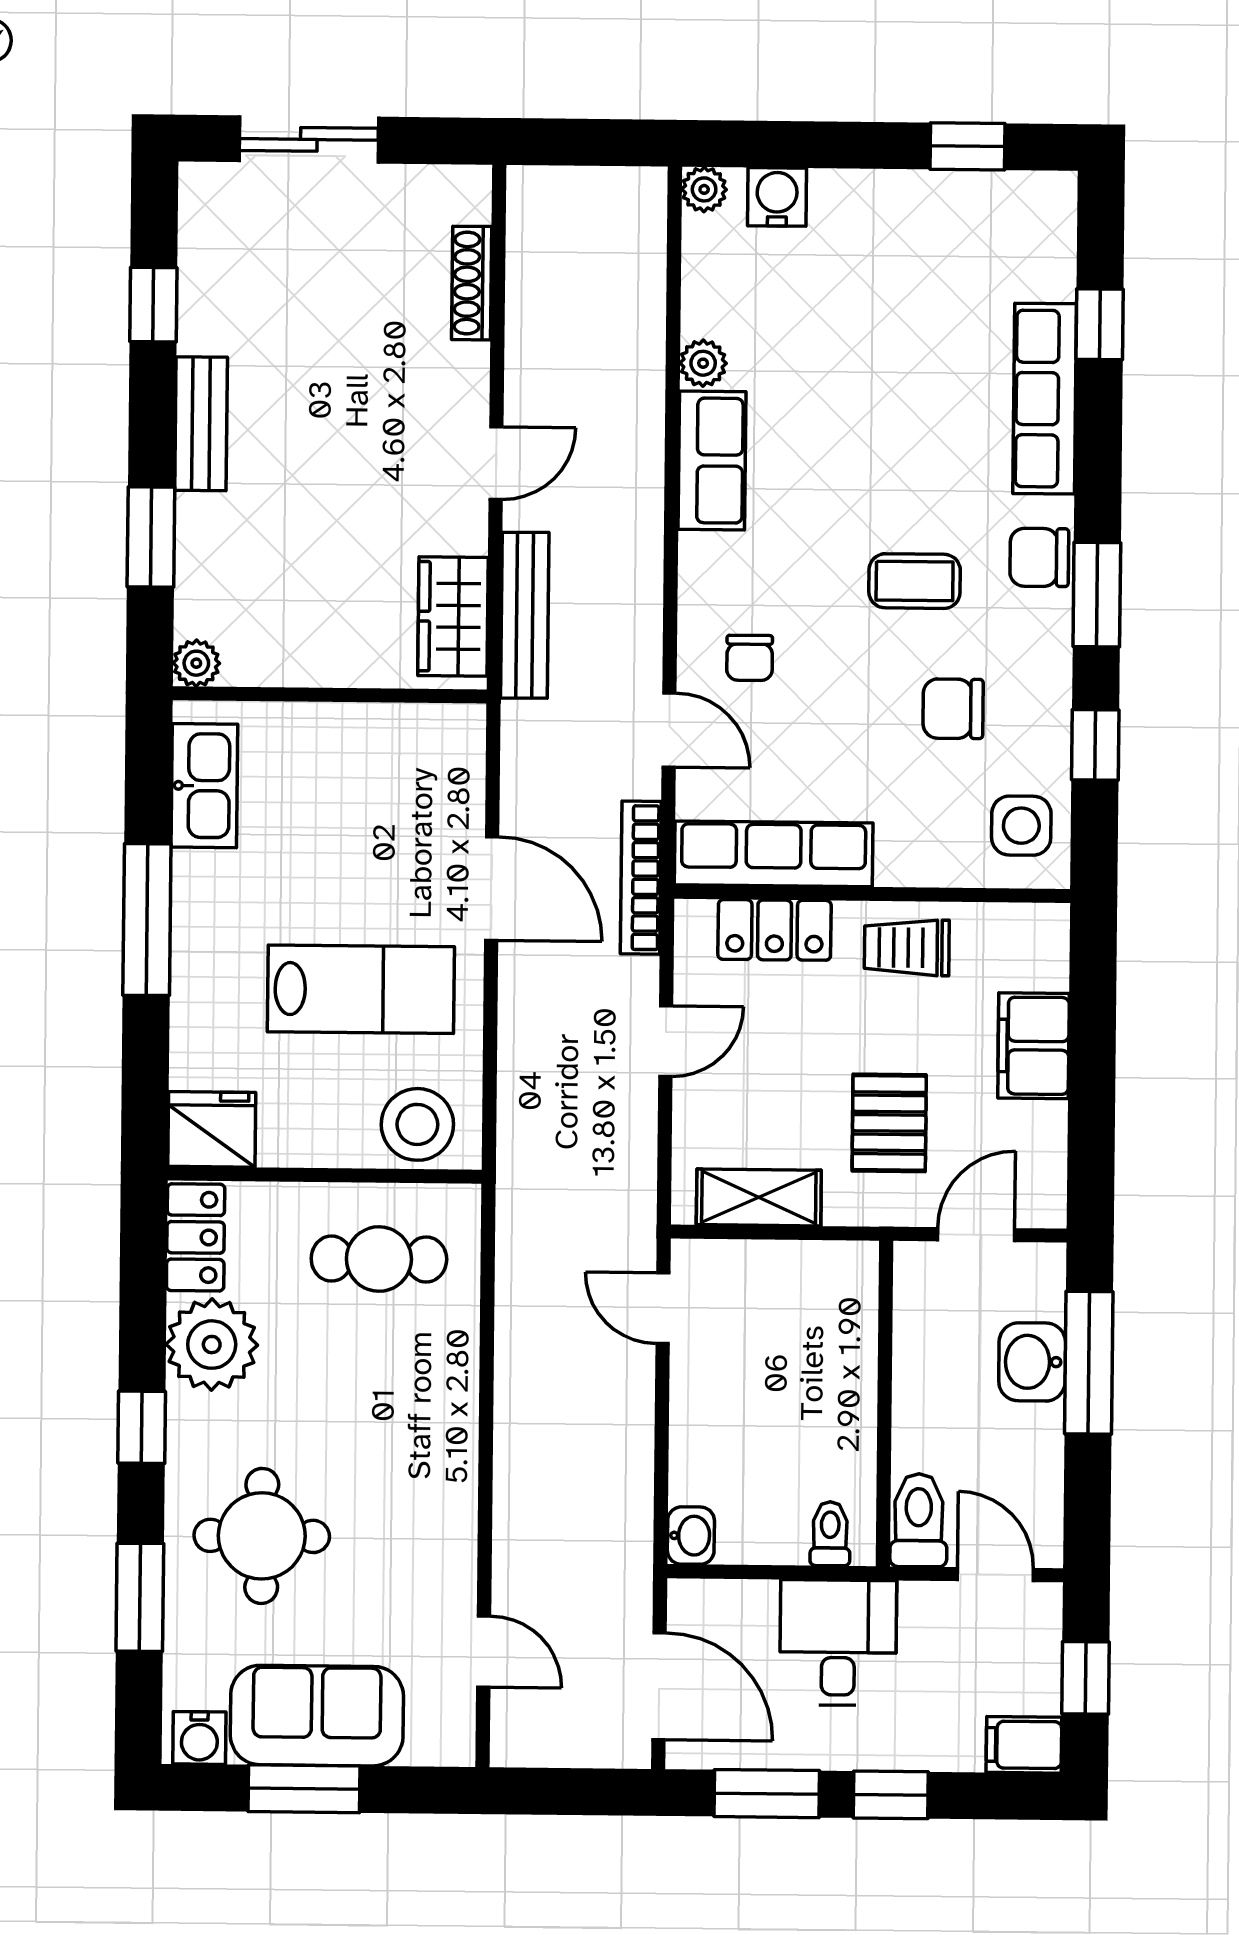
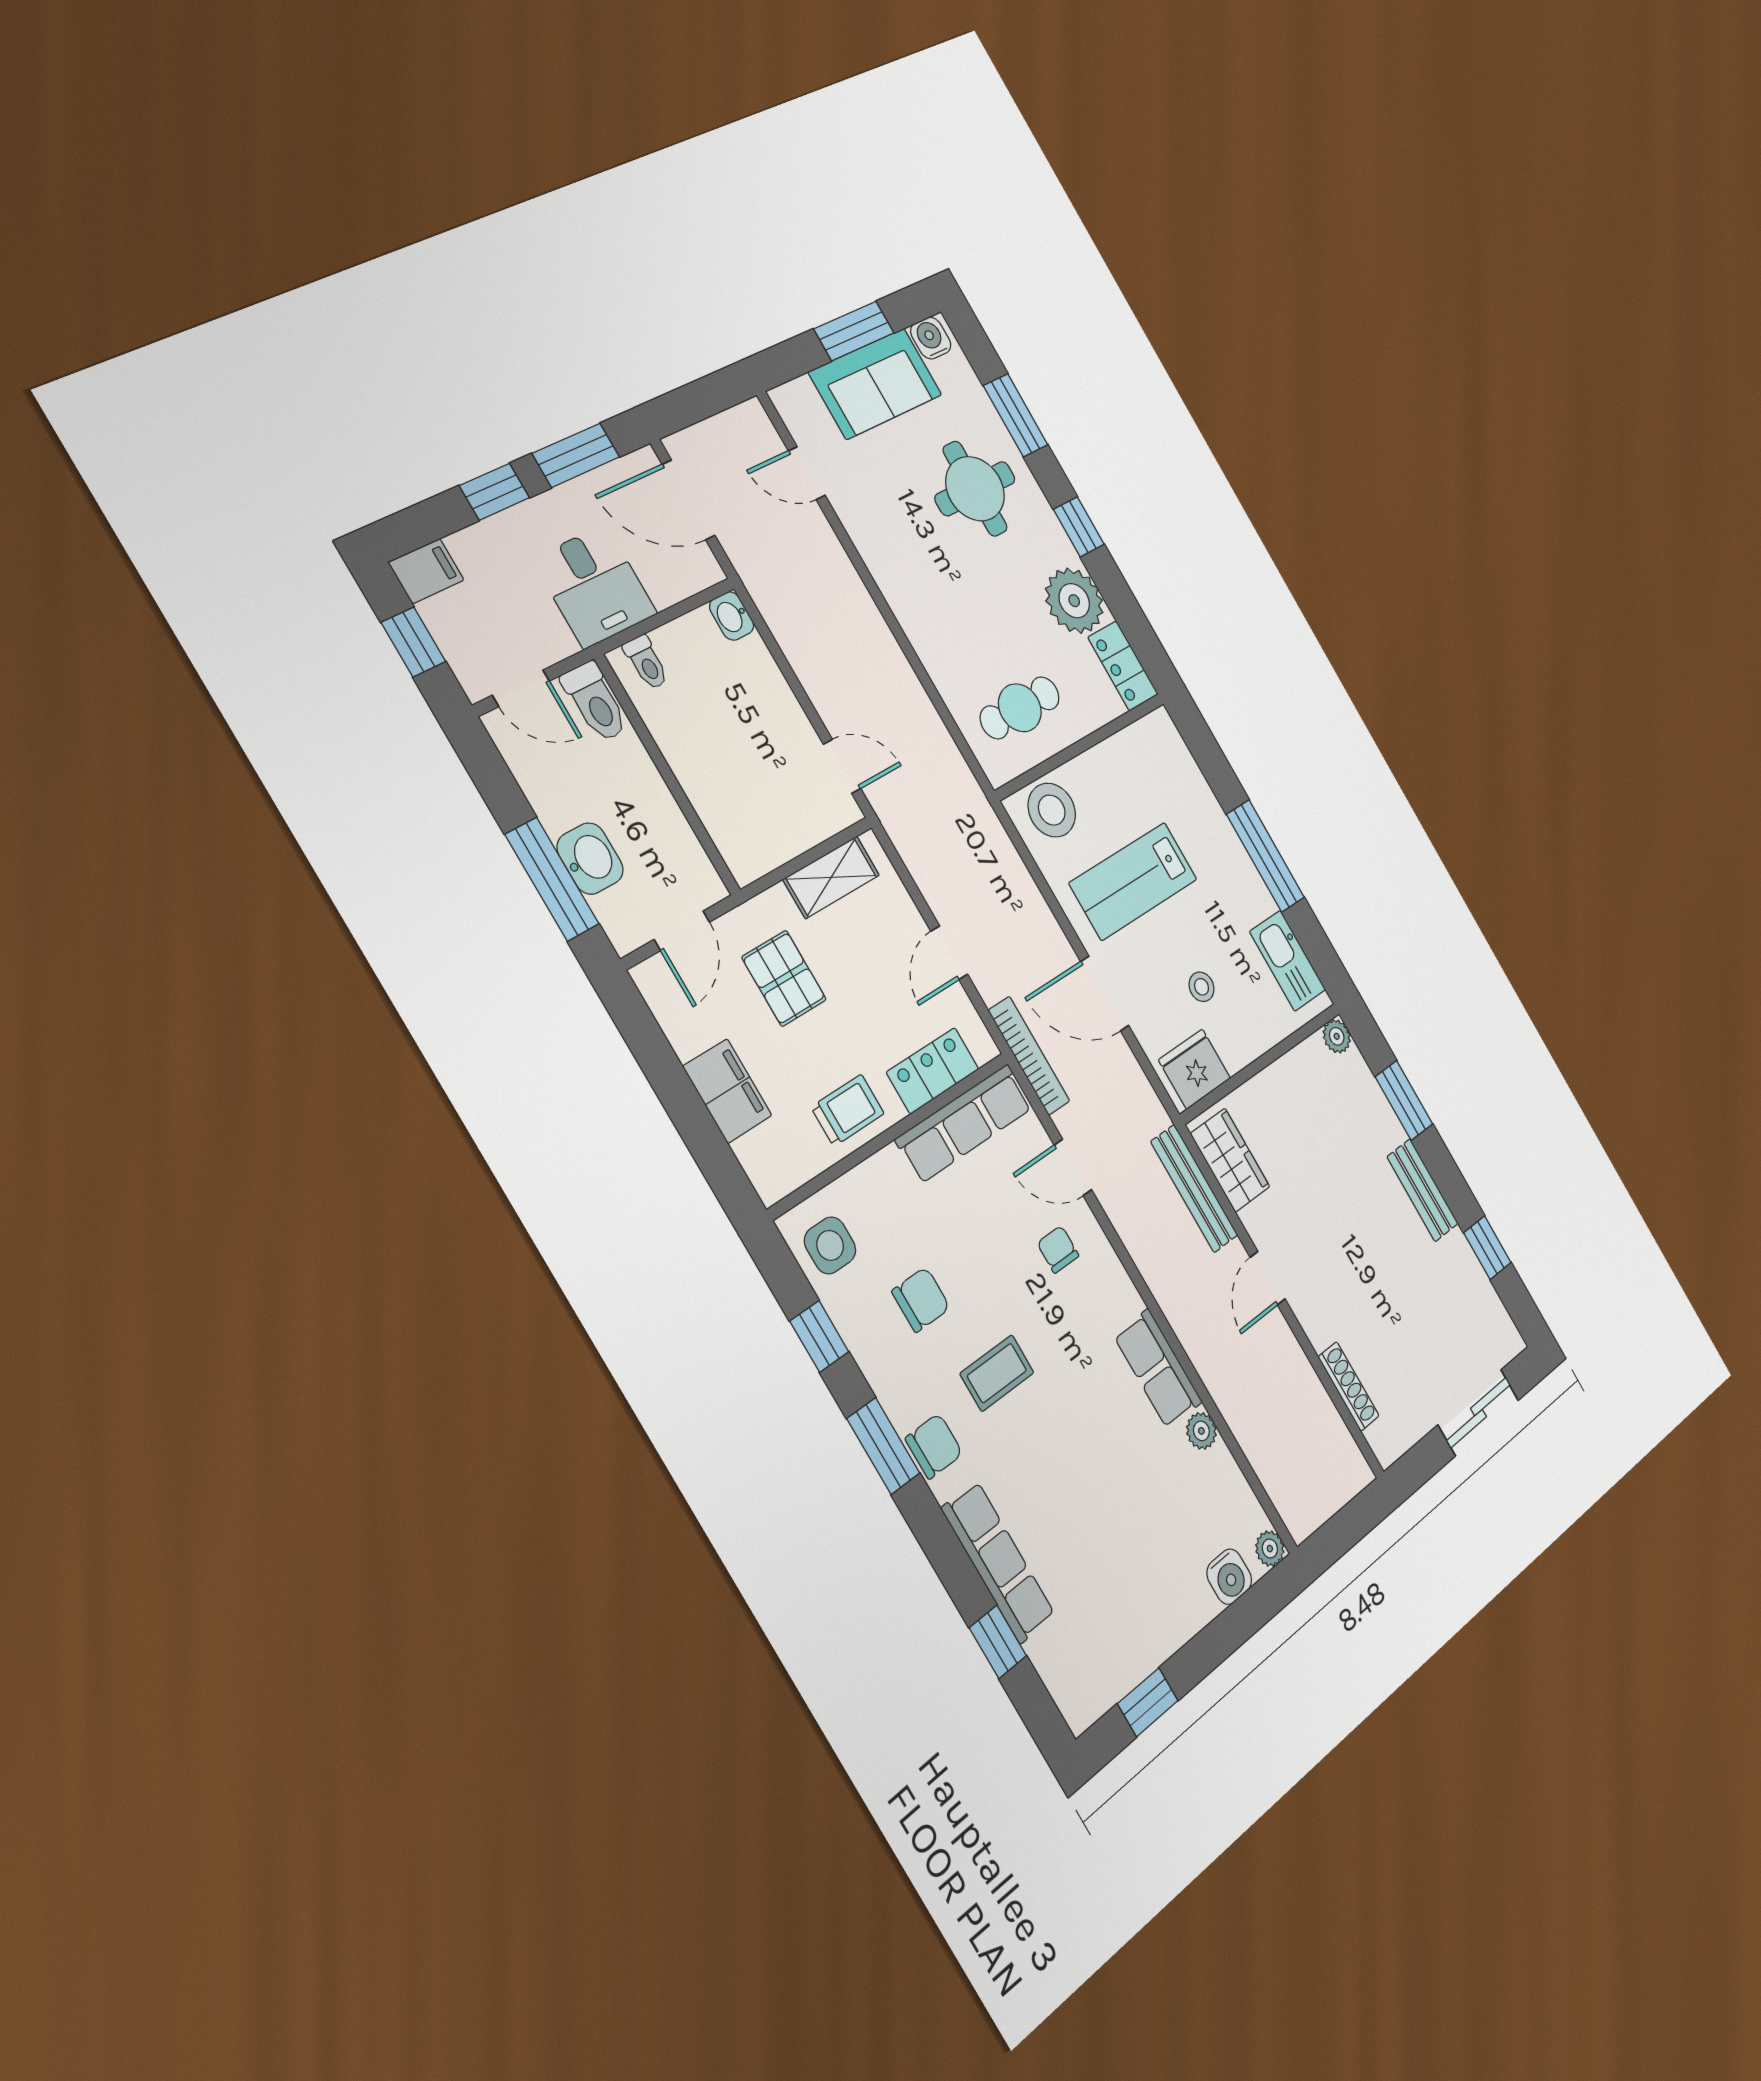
stool: (351, 824) -> (1202, 987), added
fridge: (212, 1129) -> (1195, 1069), moved, turned 180

